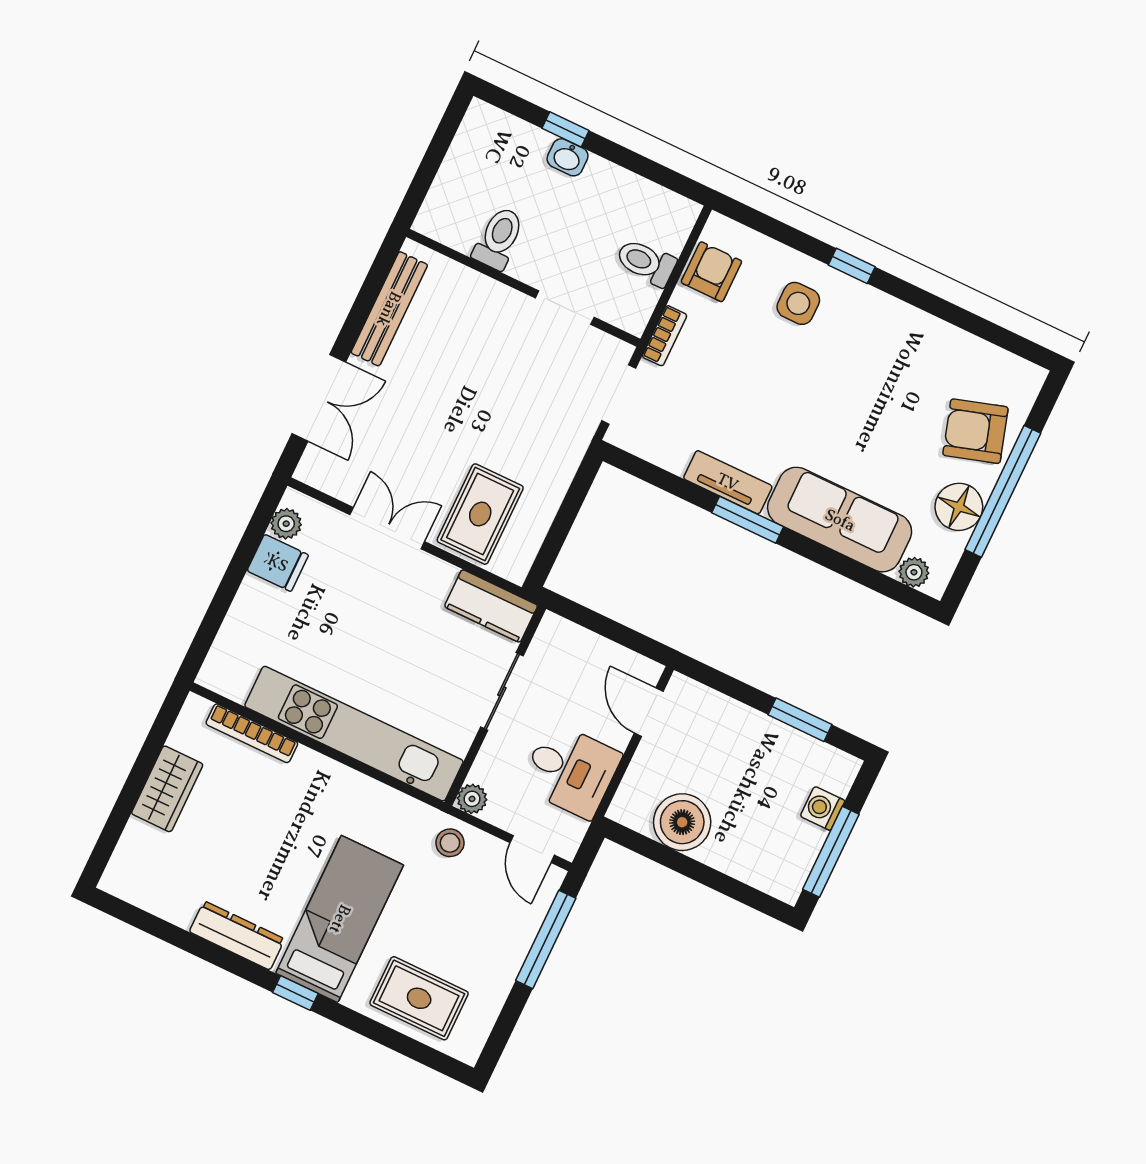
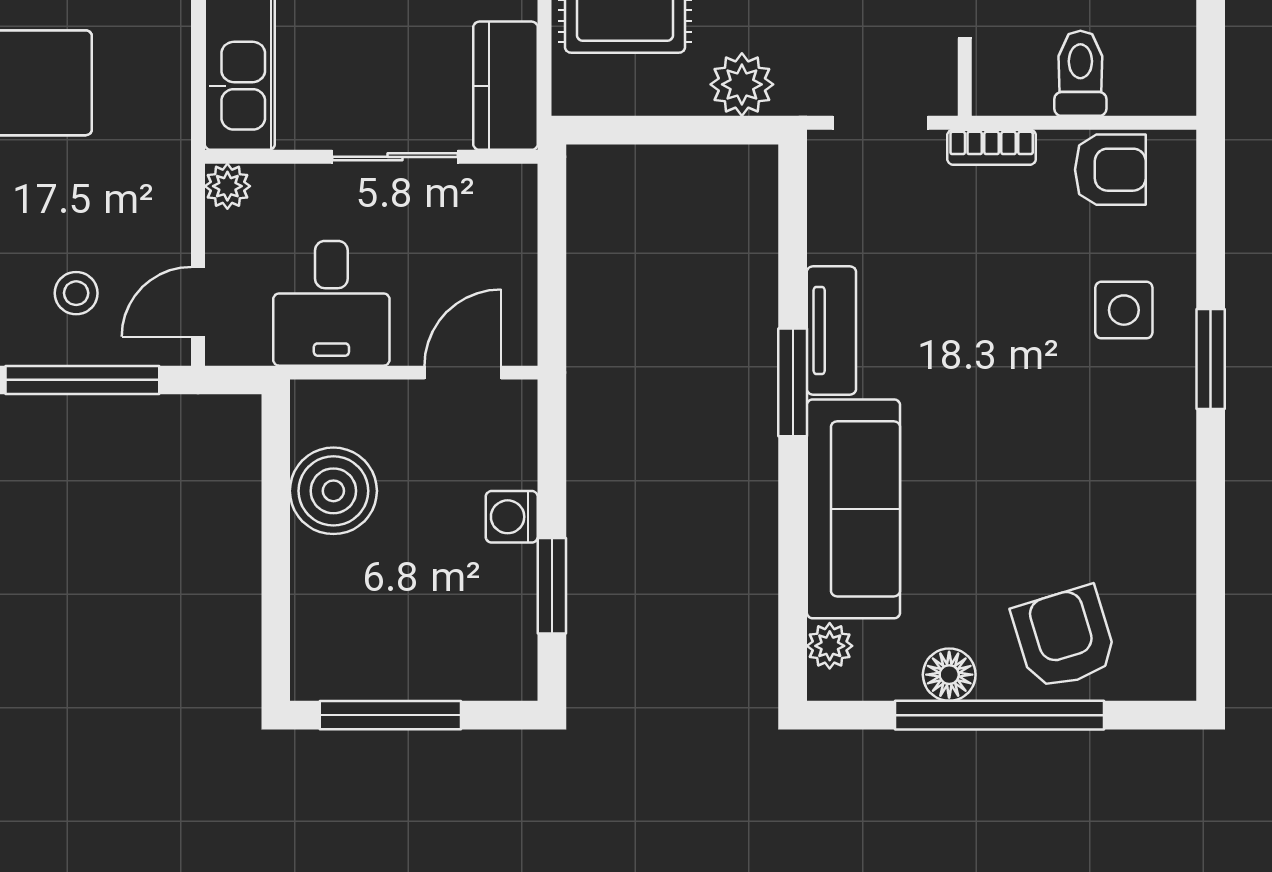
window: (852, 266) -> (1211, 359), width x1.50
plant: (557, 466) -> (742, 84), added
floor lamp: (959, 507) -> (949, 675), width x0.73, depth x0.73
washing machine: (823, 808) -> (512, 517), moved, turned -90
stool: (450, 843) -> (76, 293), moved

